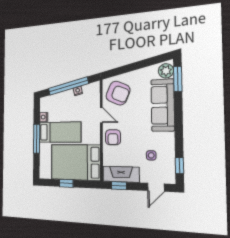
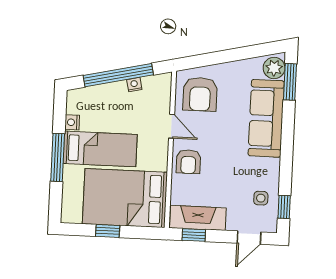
armchair: (118, 93) -> (200, 94), turned 66
side table: (151, 155) -> (261, 198), moved

